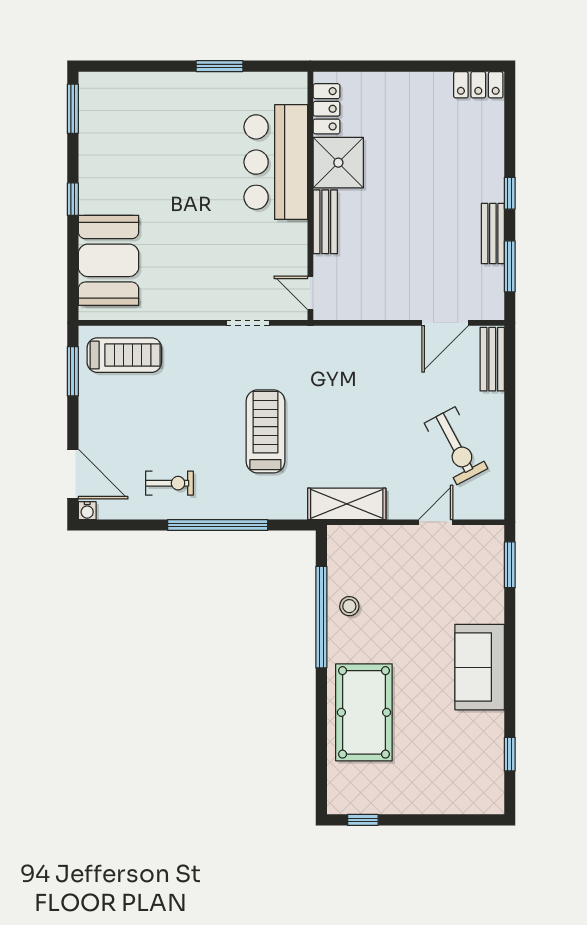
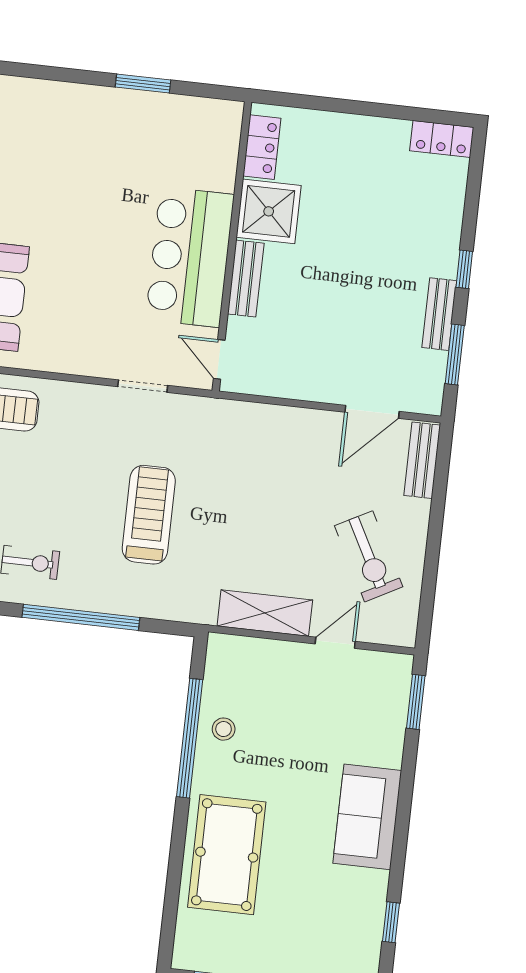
bar counter: (276, 162) -> (190, 257), moved
shelving: (347, 504) -> (265, 613), moved

